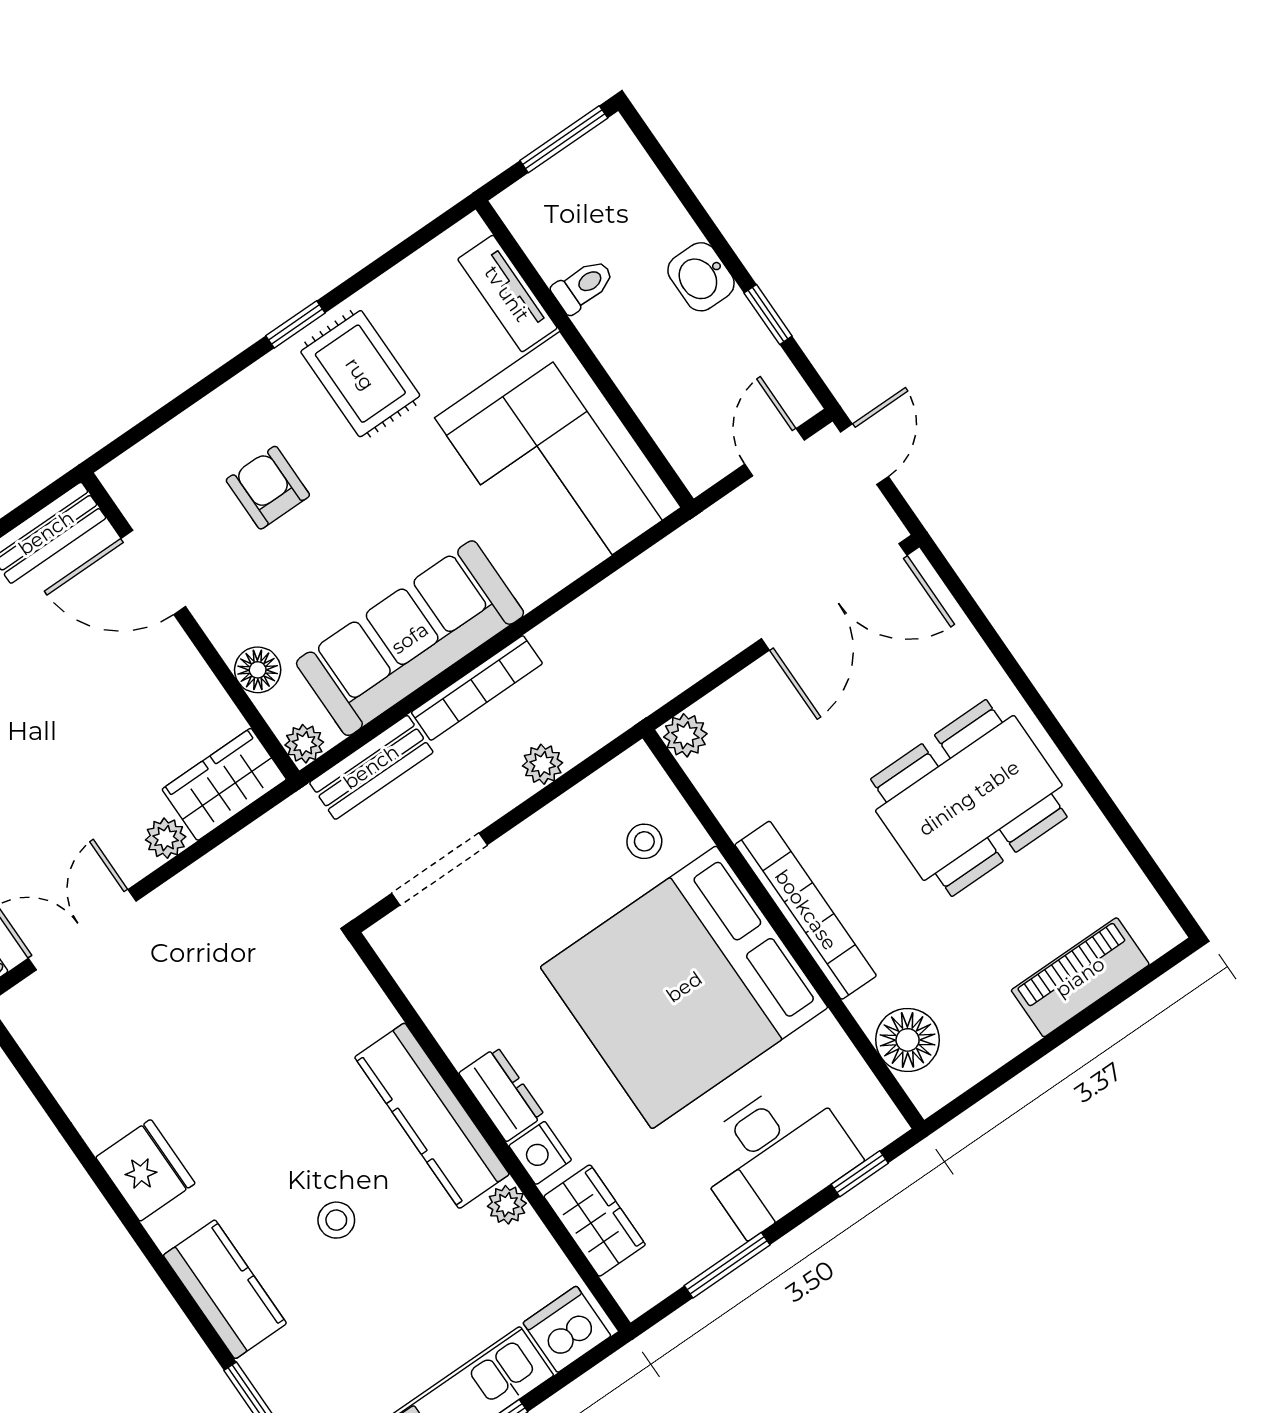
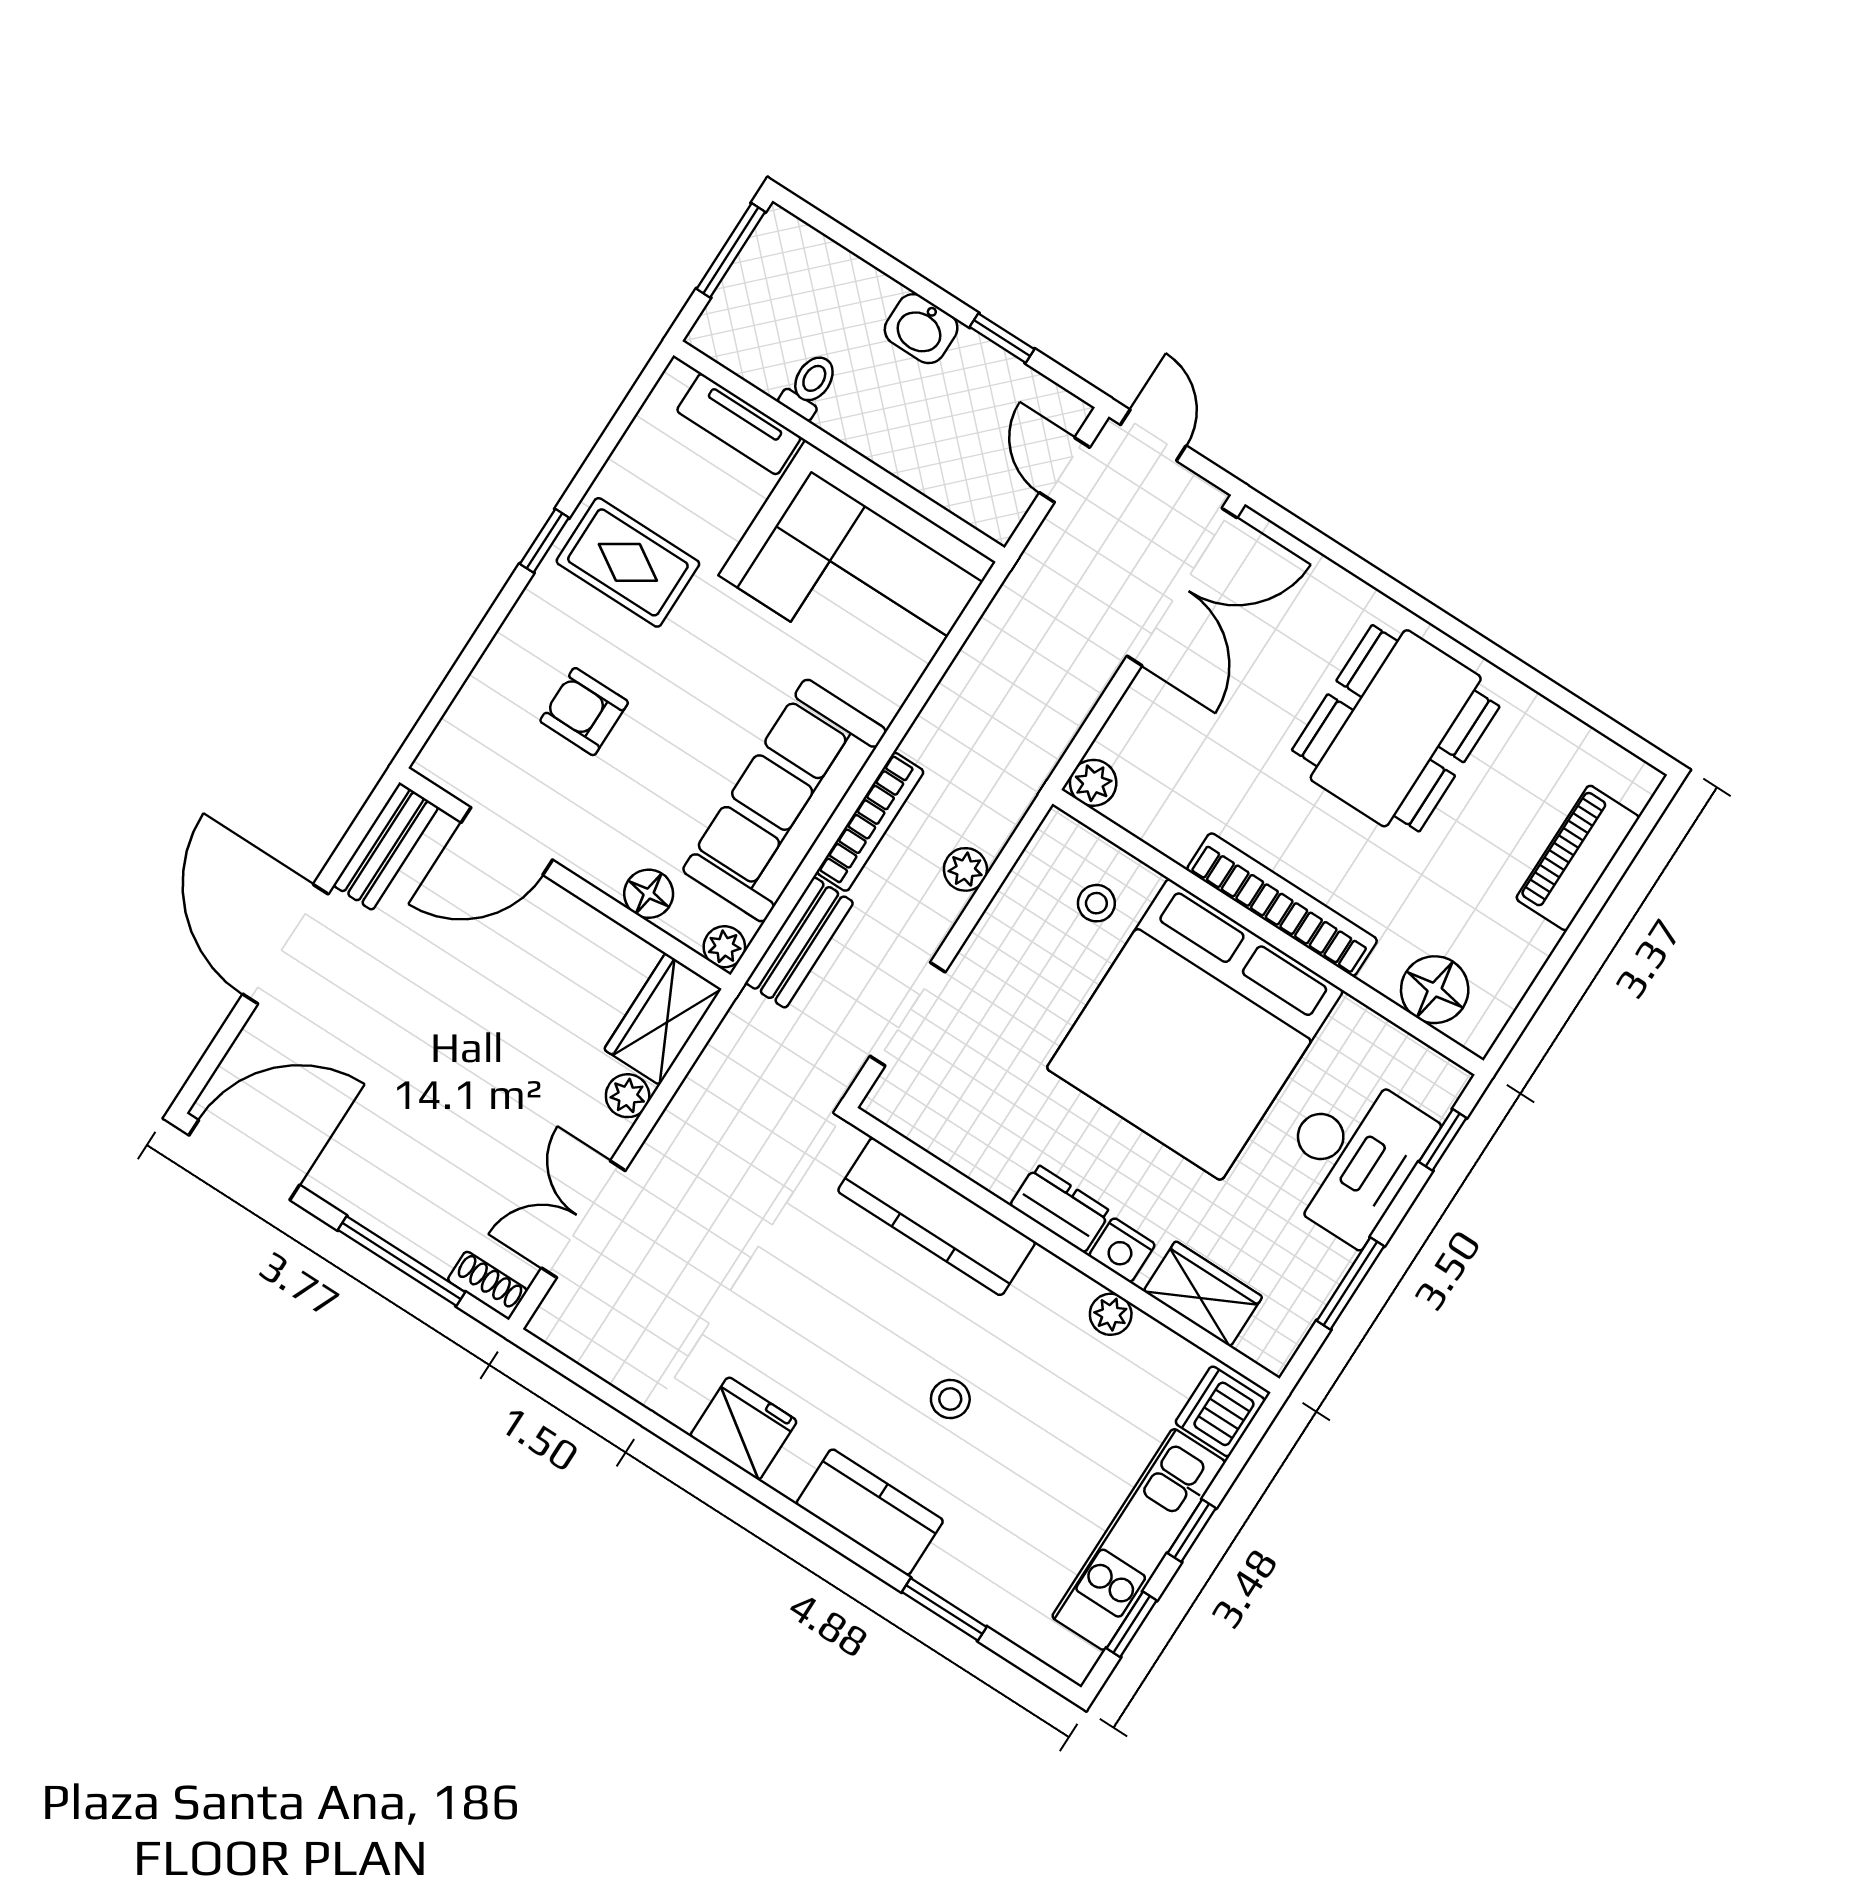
kitchen counter: (432, 1116) -> (937, 1217), moved

